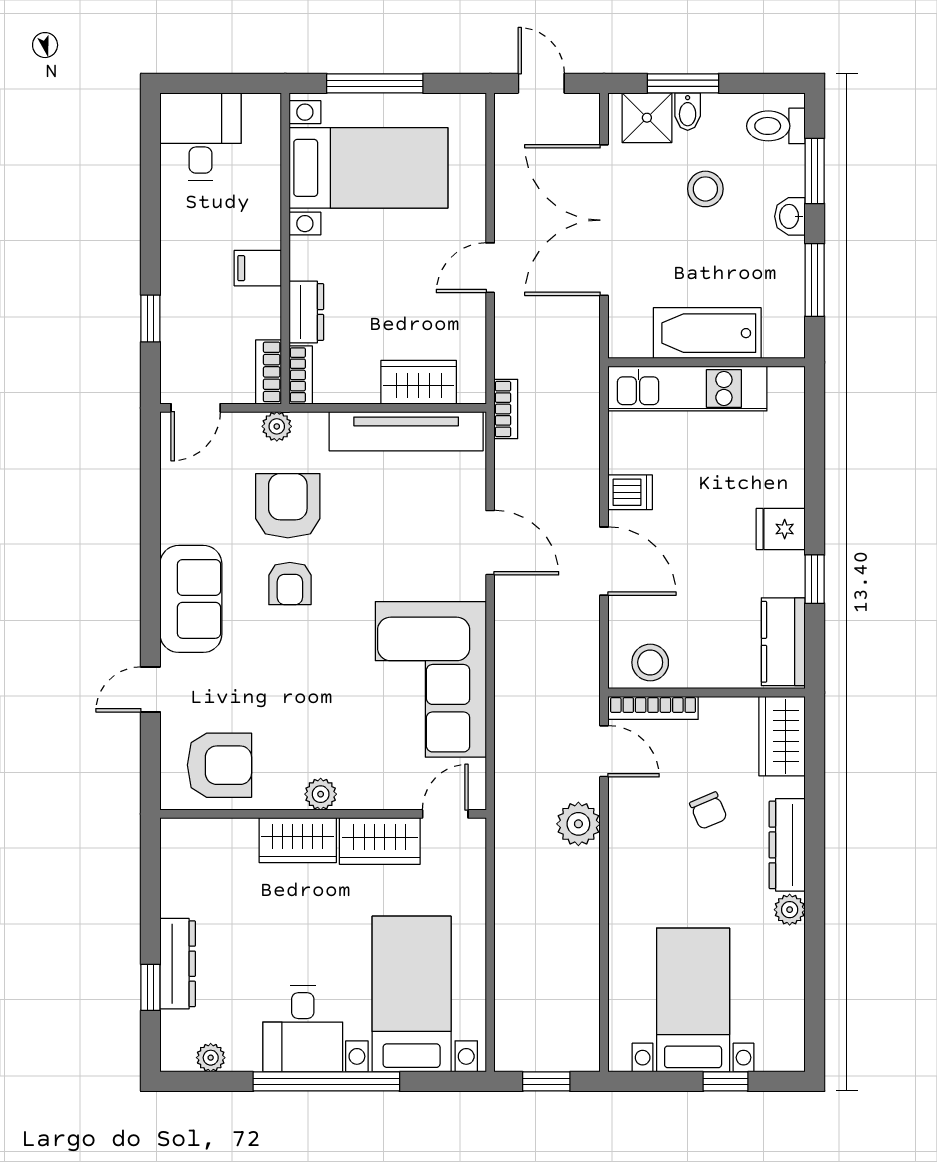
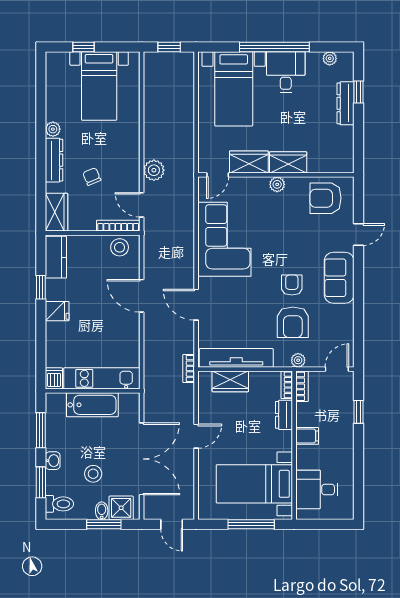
desk: (200, 137) -> (317, 489), moved, turned 90
dishwasher: (630, 492) -> (54, 378), moved, turned 90

